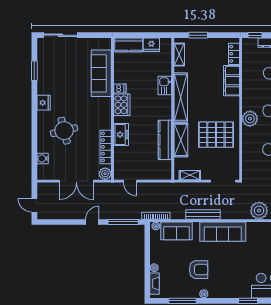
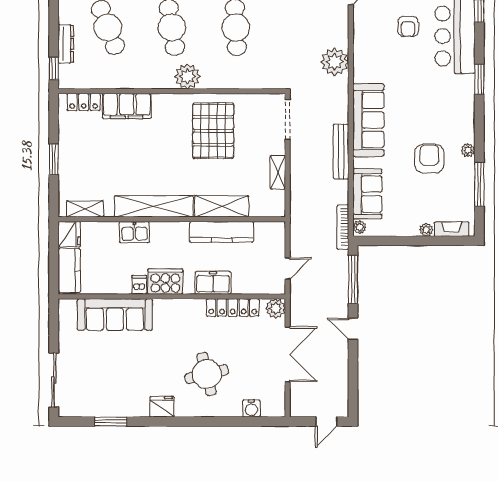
shelving: (179, 55) -> (85, 209), moved
kitchen sink: (165, 85) -> (134, 232), moved
shelving: (181, 98) -> (154, 206), moved
wall: (173, 109) -> (172, 219), moved
kitchen counter: (165, 140) -> (222, 232), moved
shelving: (181, 140) -> (222, 206), moved

